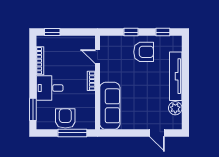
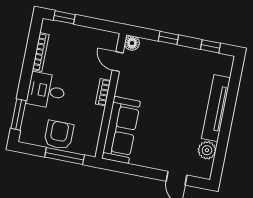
floor lamp: (105, 41) -> (132, 43), added
armchair: (144, 52) -> (180, 67), removed

